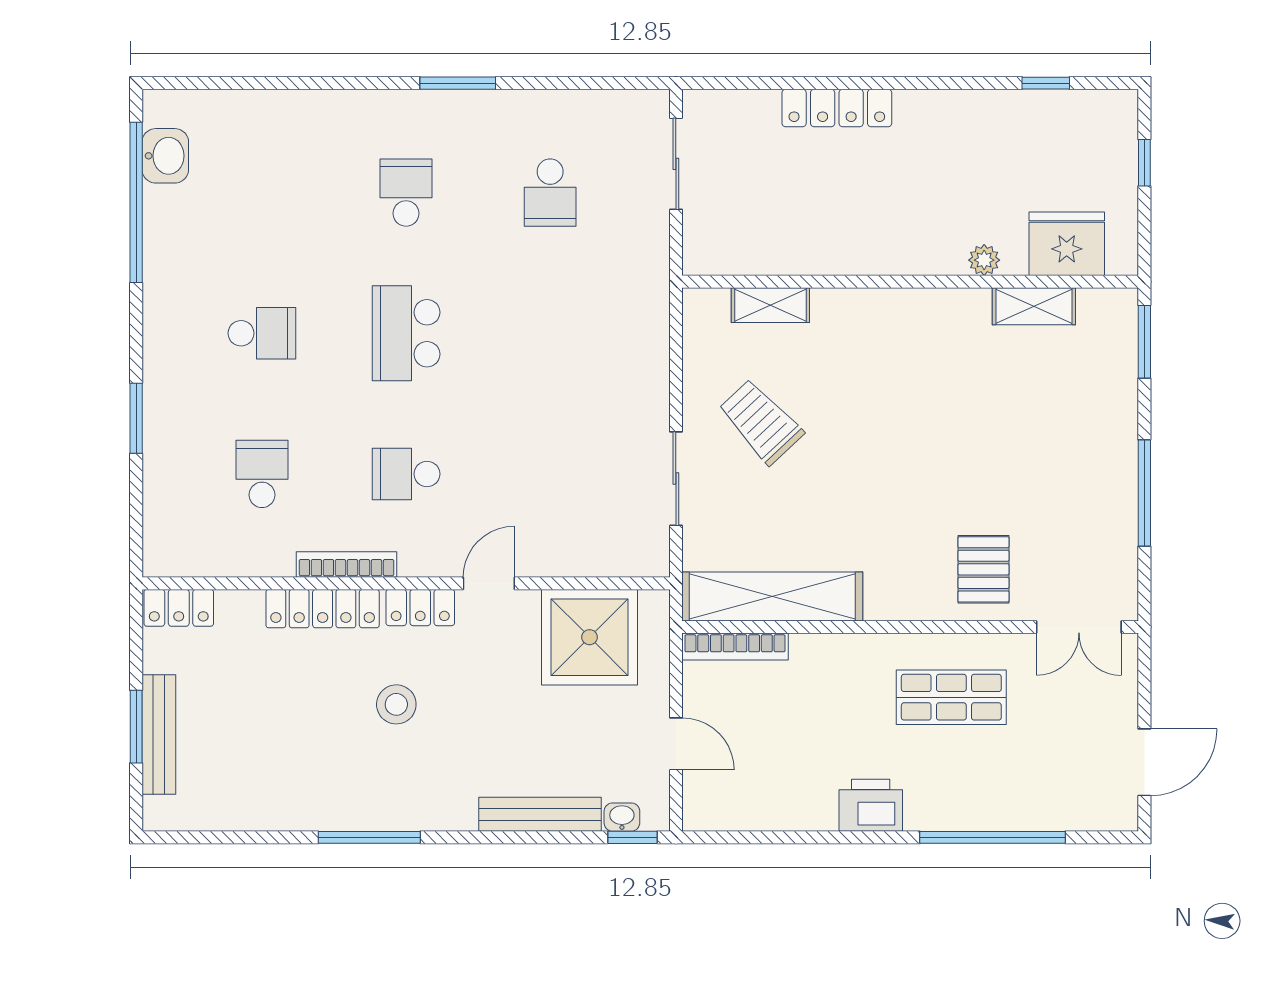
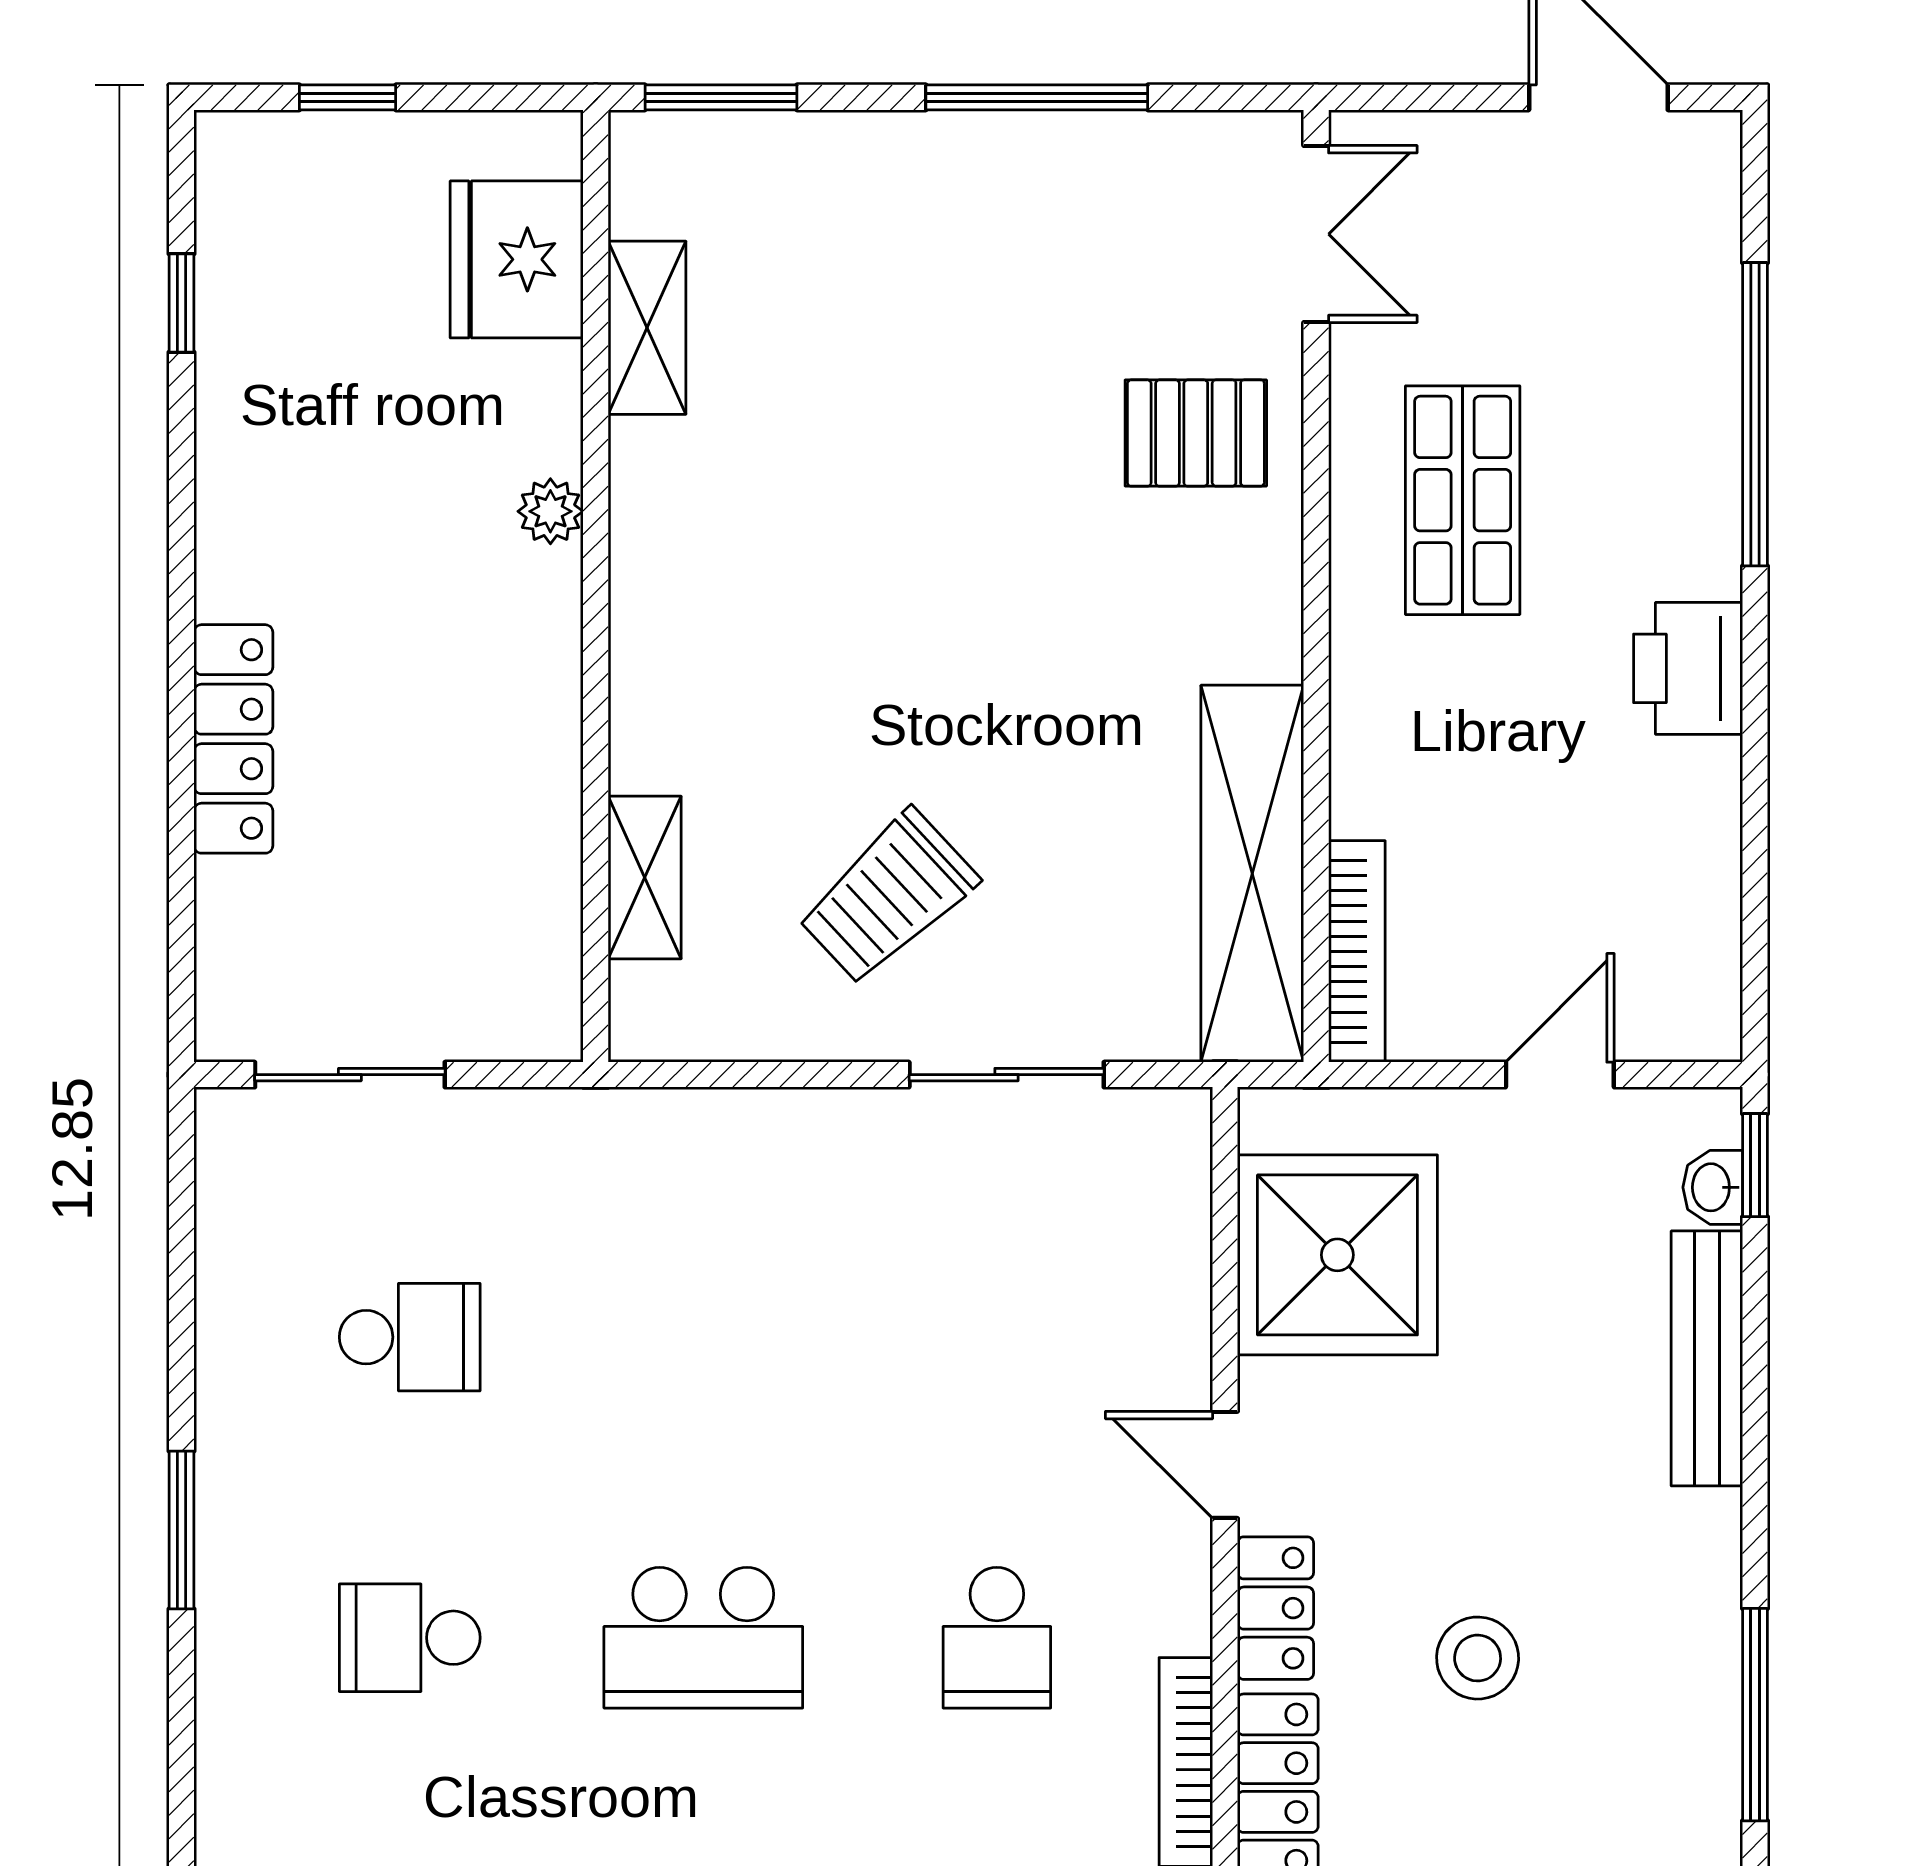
plant: (984, 260) -> (550, 511), moved

